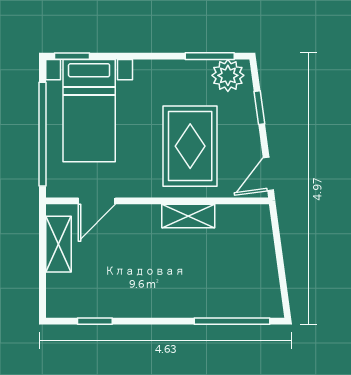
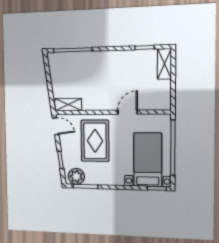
door: (268, 174) -> (56, 126), hinge flipped
door: (97, 201) -> (128, 112), moved
shelving: (188, 216) -> (68, 105), moved
shelving: (58, 244) -> (164, 64), moved

